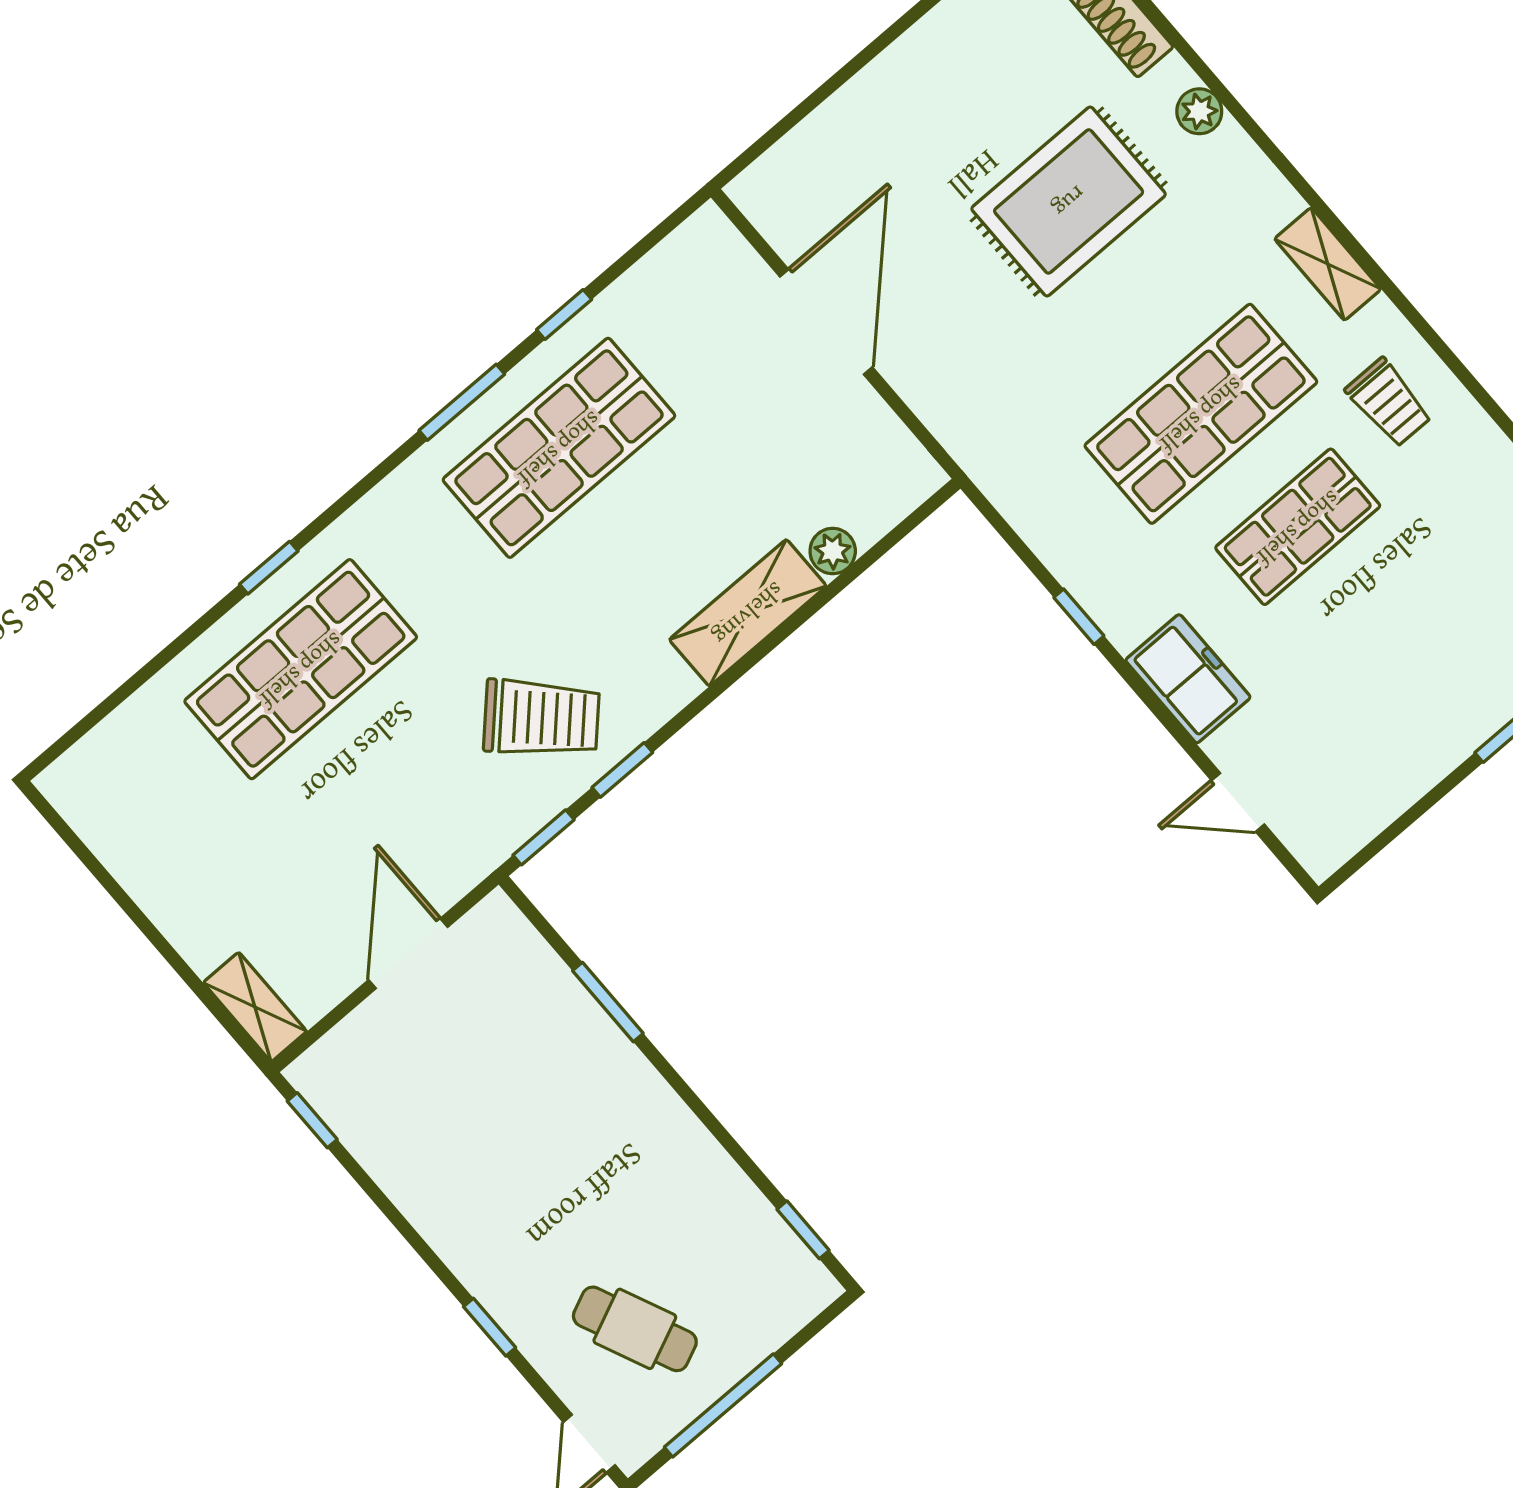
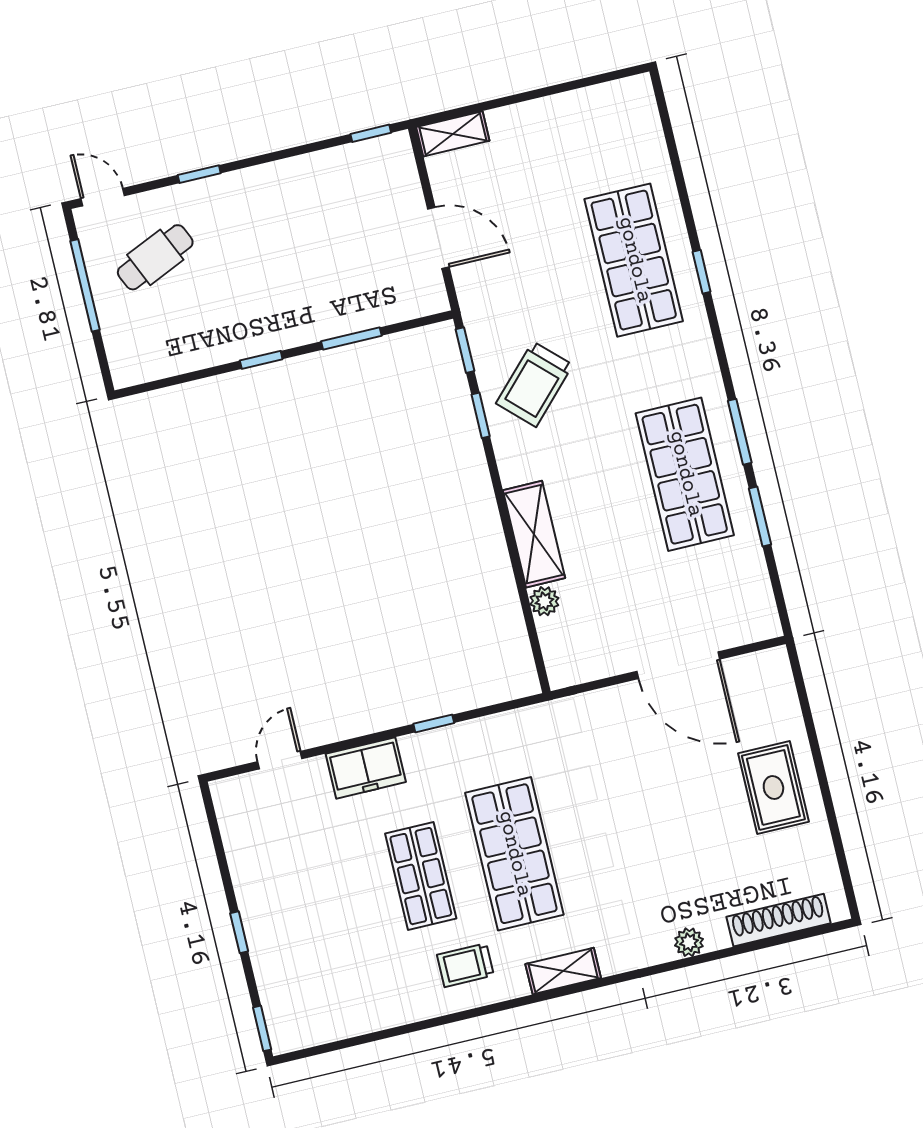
rug: (1069, 201) -> (773, 788), moved, width x0.73, depth x0.70
window: (564, 315) -> (760, 517), width x1.50
window: (803, 1230) -> (261, 360), moved

